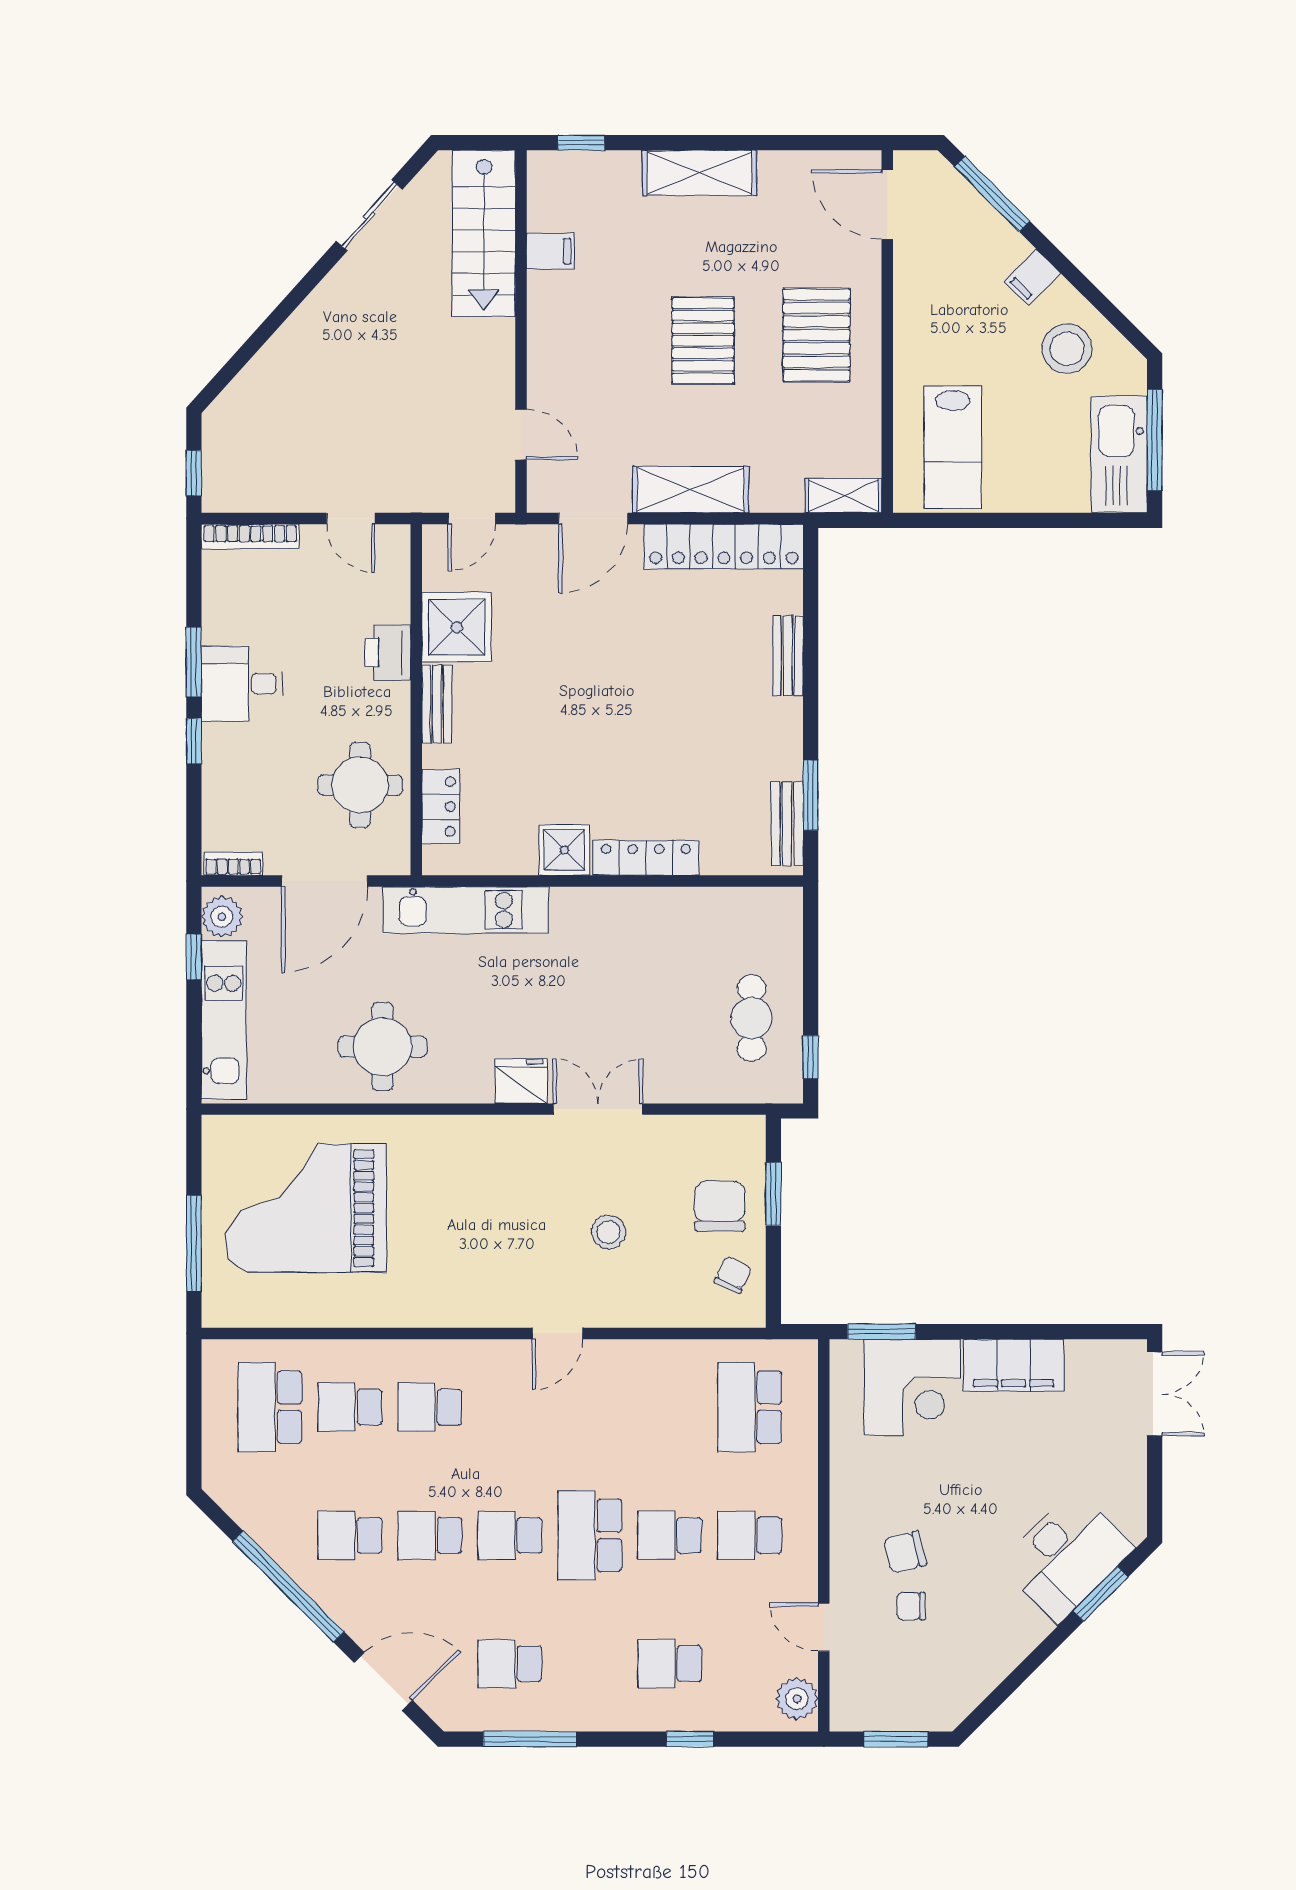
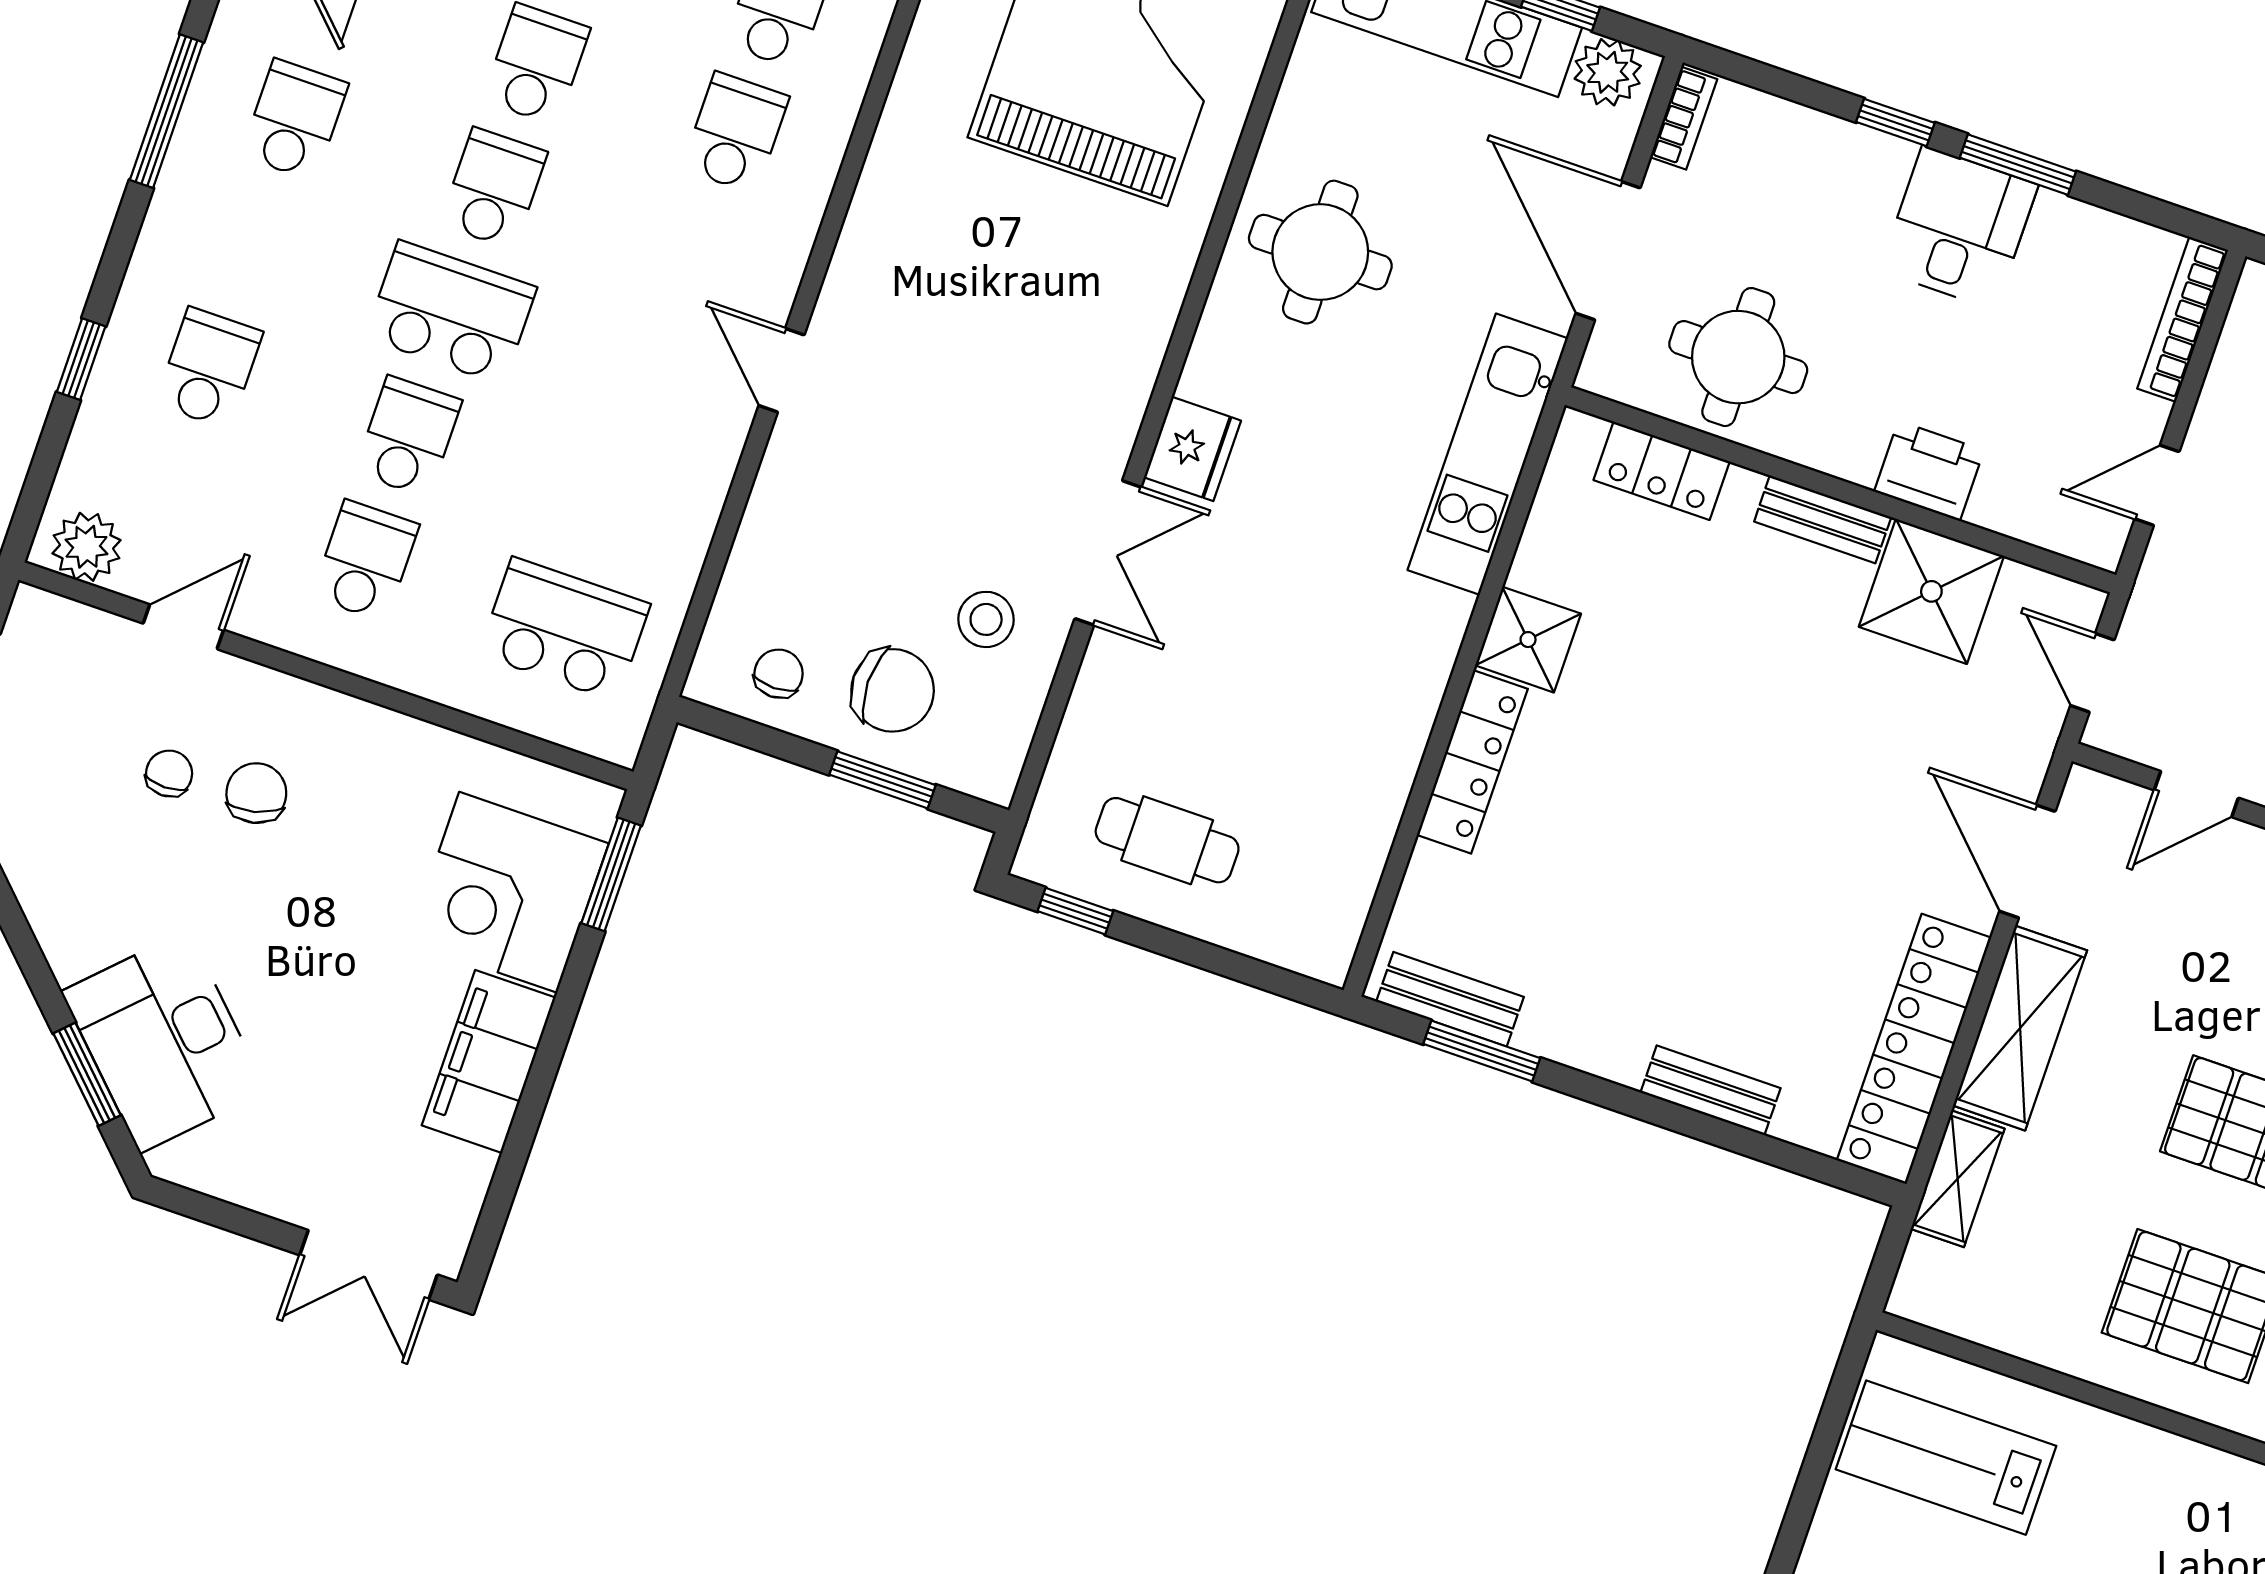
shelving: (844, 496) -> (1958, 1179), moved
stool: (608, 1232) -> (986, 619), moved
chair: (733, 1275) -> (779, 674), turned -115

